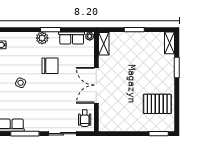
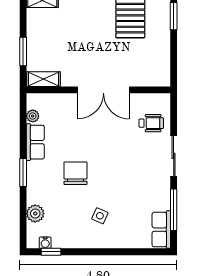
plant: (42, 38) -> (35, 214), moved
shelving: (104, 44) -> (43, 79), moved
wall: (96, 82) -> (98, 90), moved
double door: (96, 85) -> (103, 90), moved

